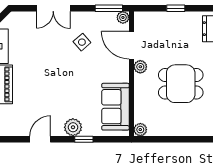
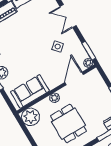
plant: (140, 67) -> (55, 98), moved
plant: (140, 130) -> (31, 117), width x1.87, depth x1.87

